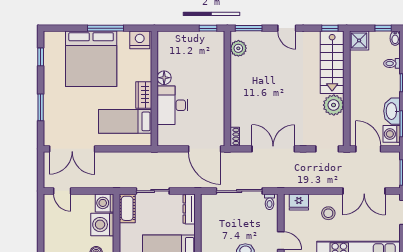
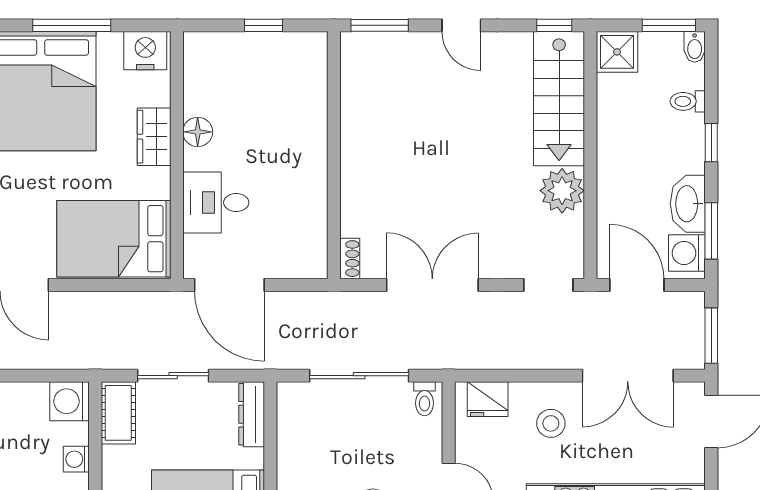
window: (208, 28) -> (264, 25), moved
window: (383, 28) -> (669, 25), width x1.50
plant: (238, 48) -> (357, 69), removed
wardrobe: (144, 95) -> (154, 137), moved
desk: (172, 105) -> (216, 203), width x0.73
bed: (125, 121) -> (114, 239), width x1.50
door: (205, 149) -> (229, 285), moved
washing machine: (102, 225) -> (76, 459), width x0.53, depth x0.53

